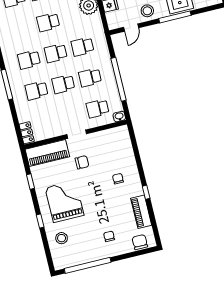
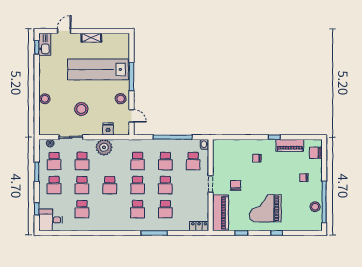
stool: (62, 238) -> (315, 207), moved

